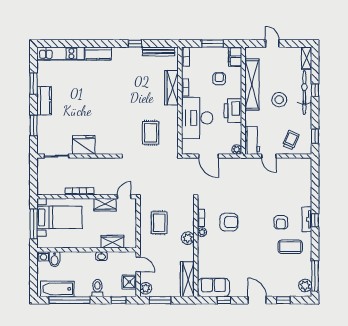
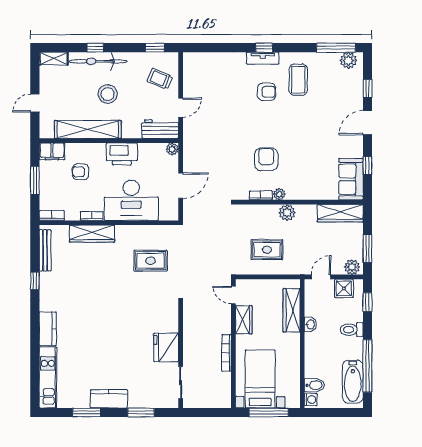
wardrobe: (112, 242) -> (292, 310), width x1.50

